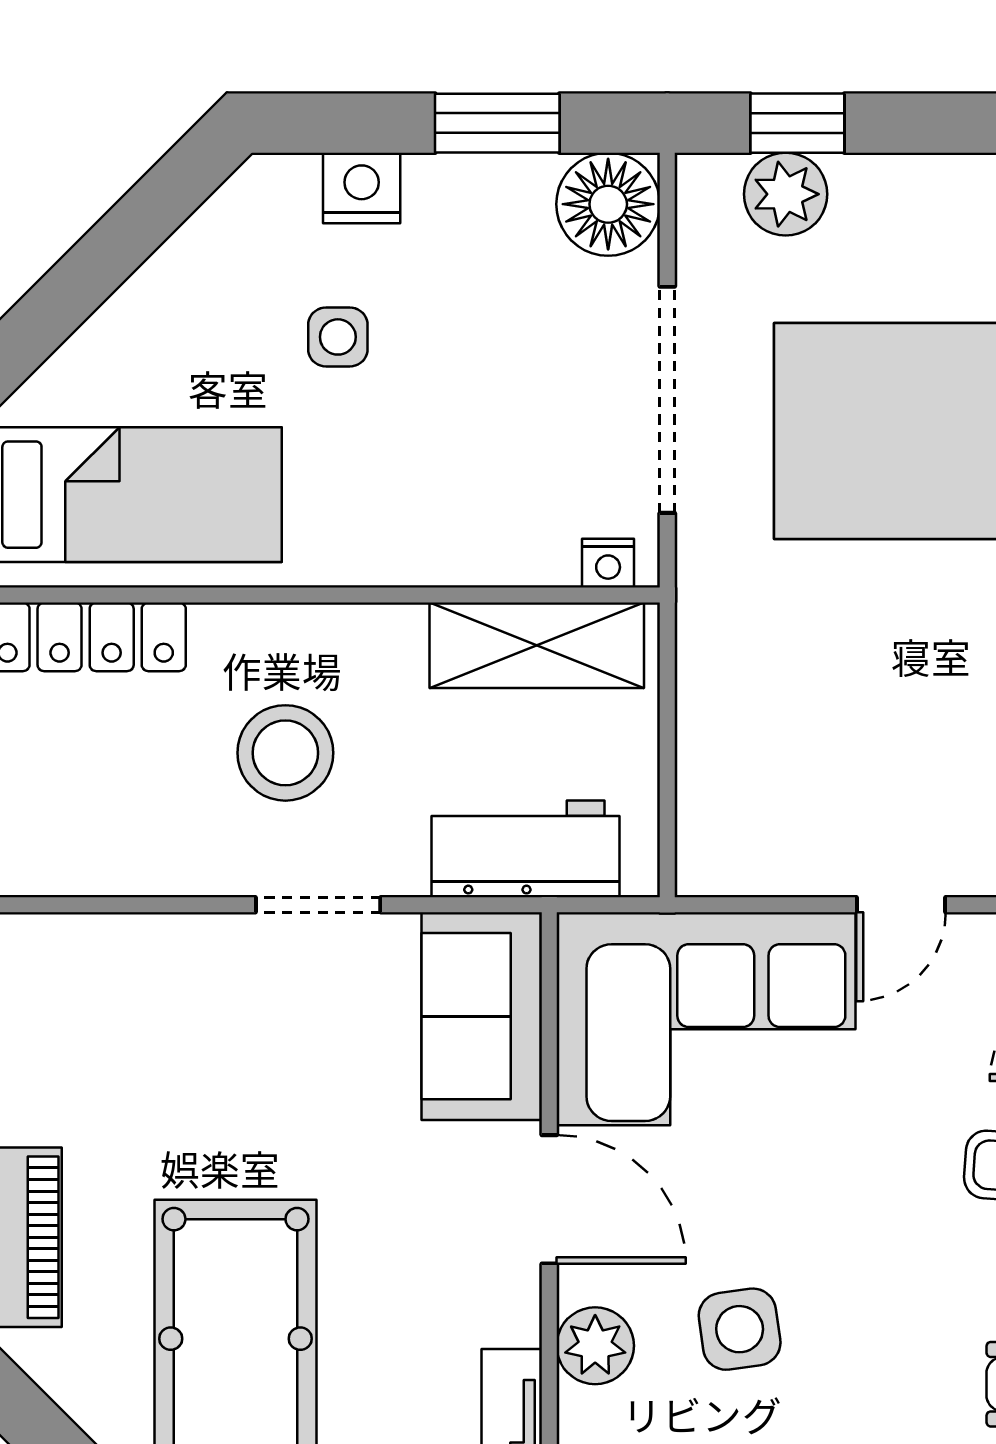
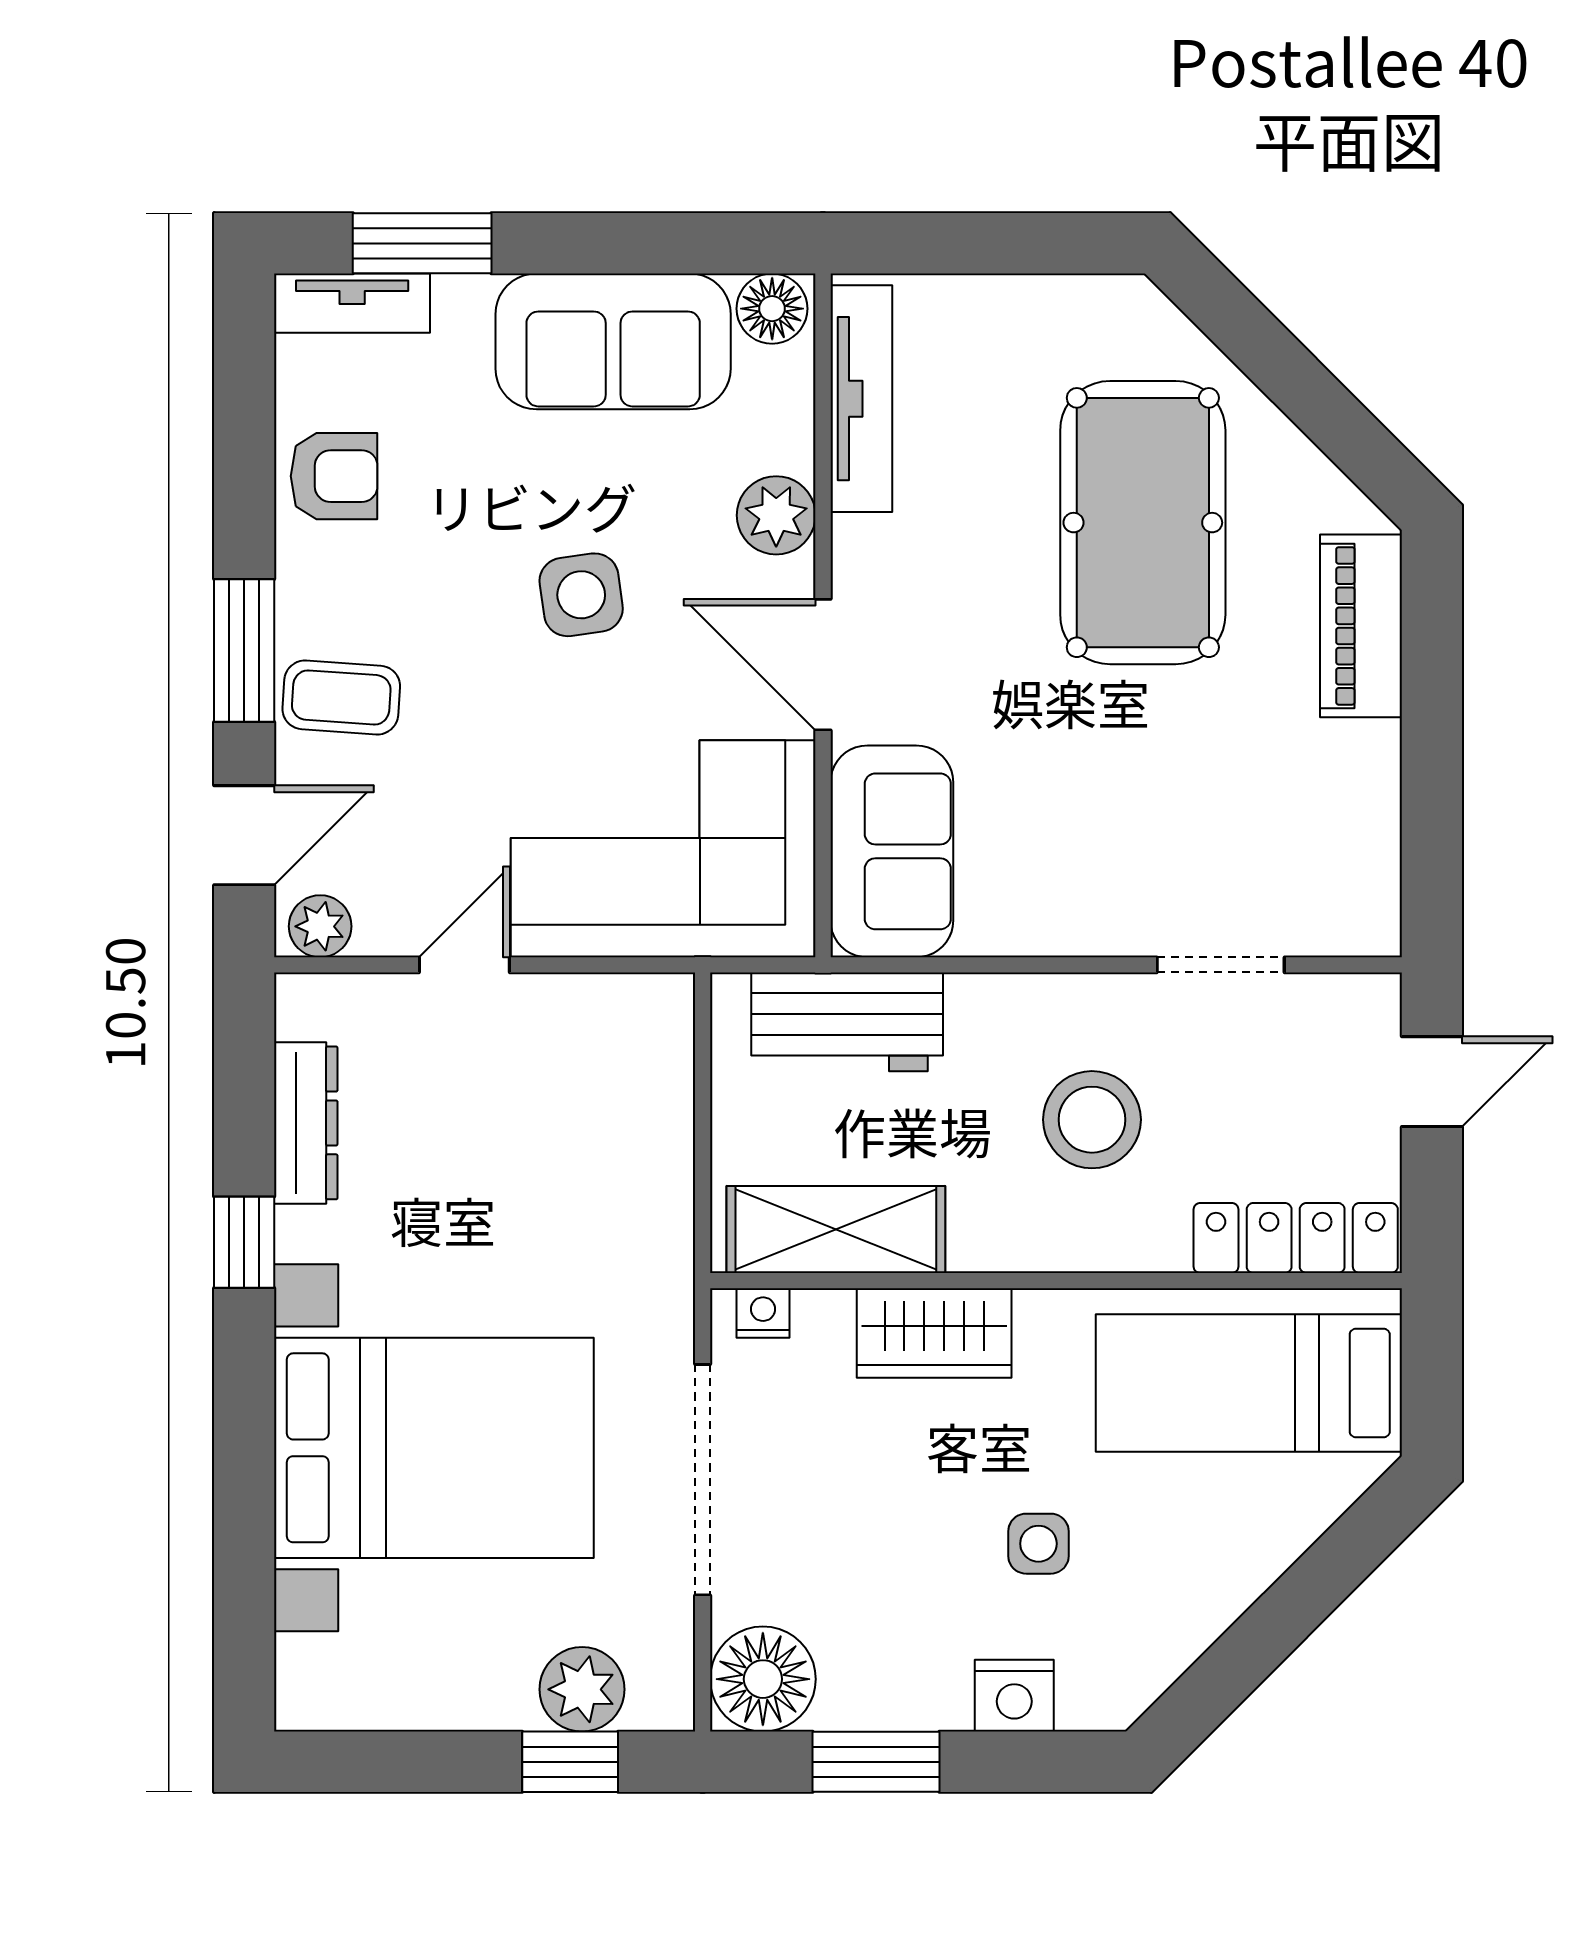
wardrobe: (440, 544) -> (934, 1333), added
doorway: (318, 905) -> (1221, 965), moved
side table: (740, 1329) -> (581, 595), moved

